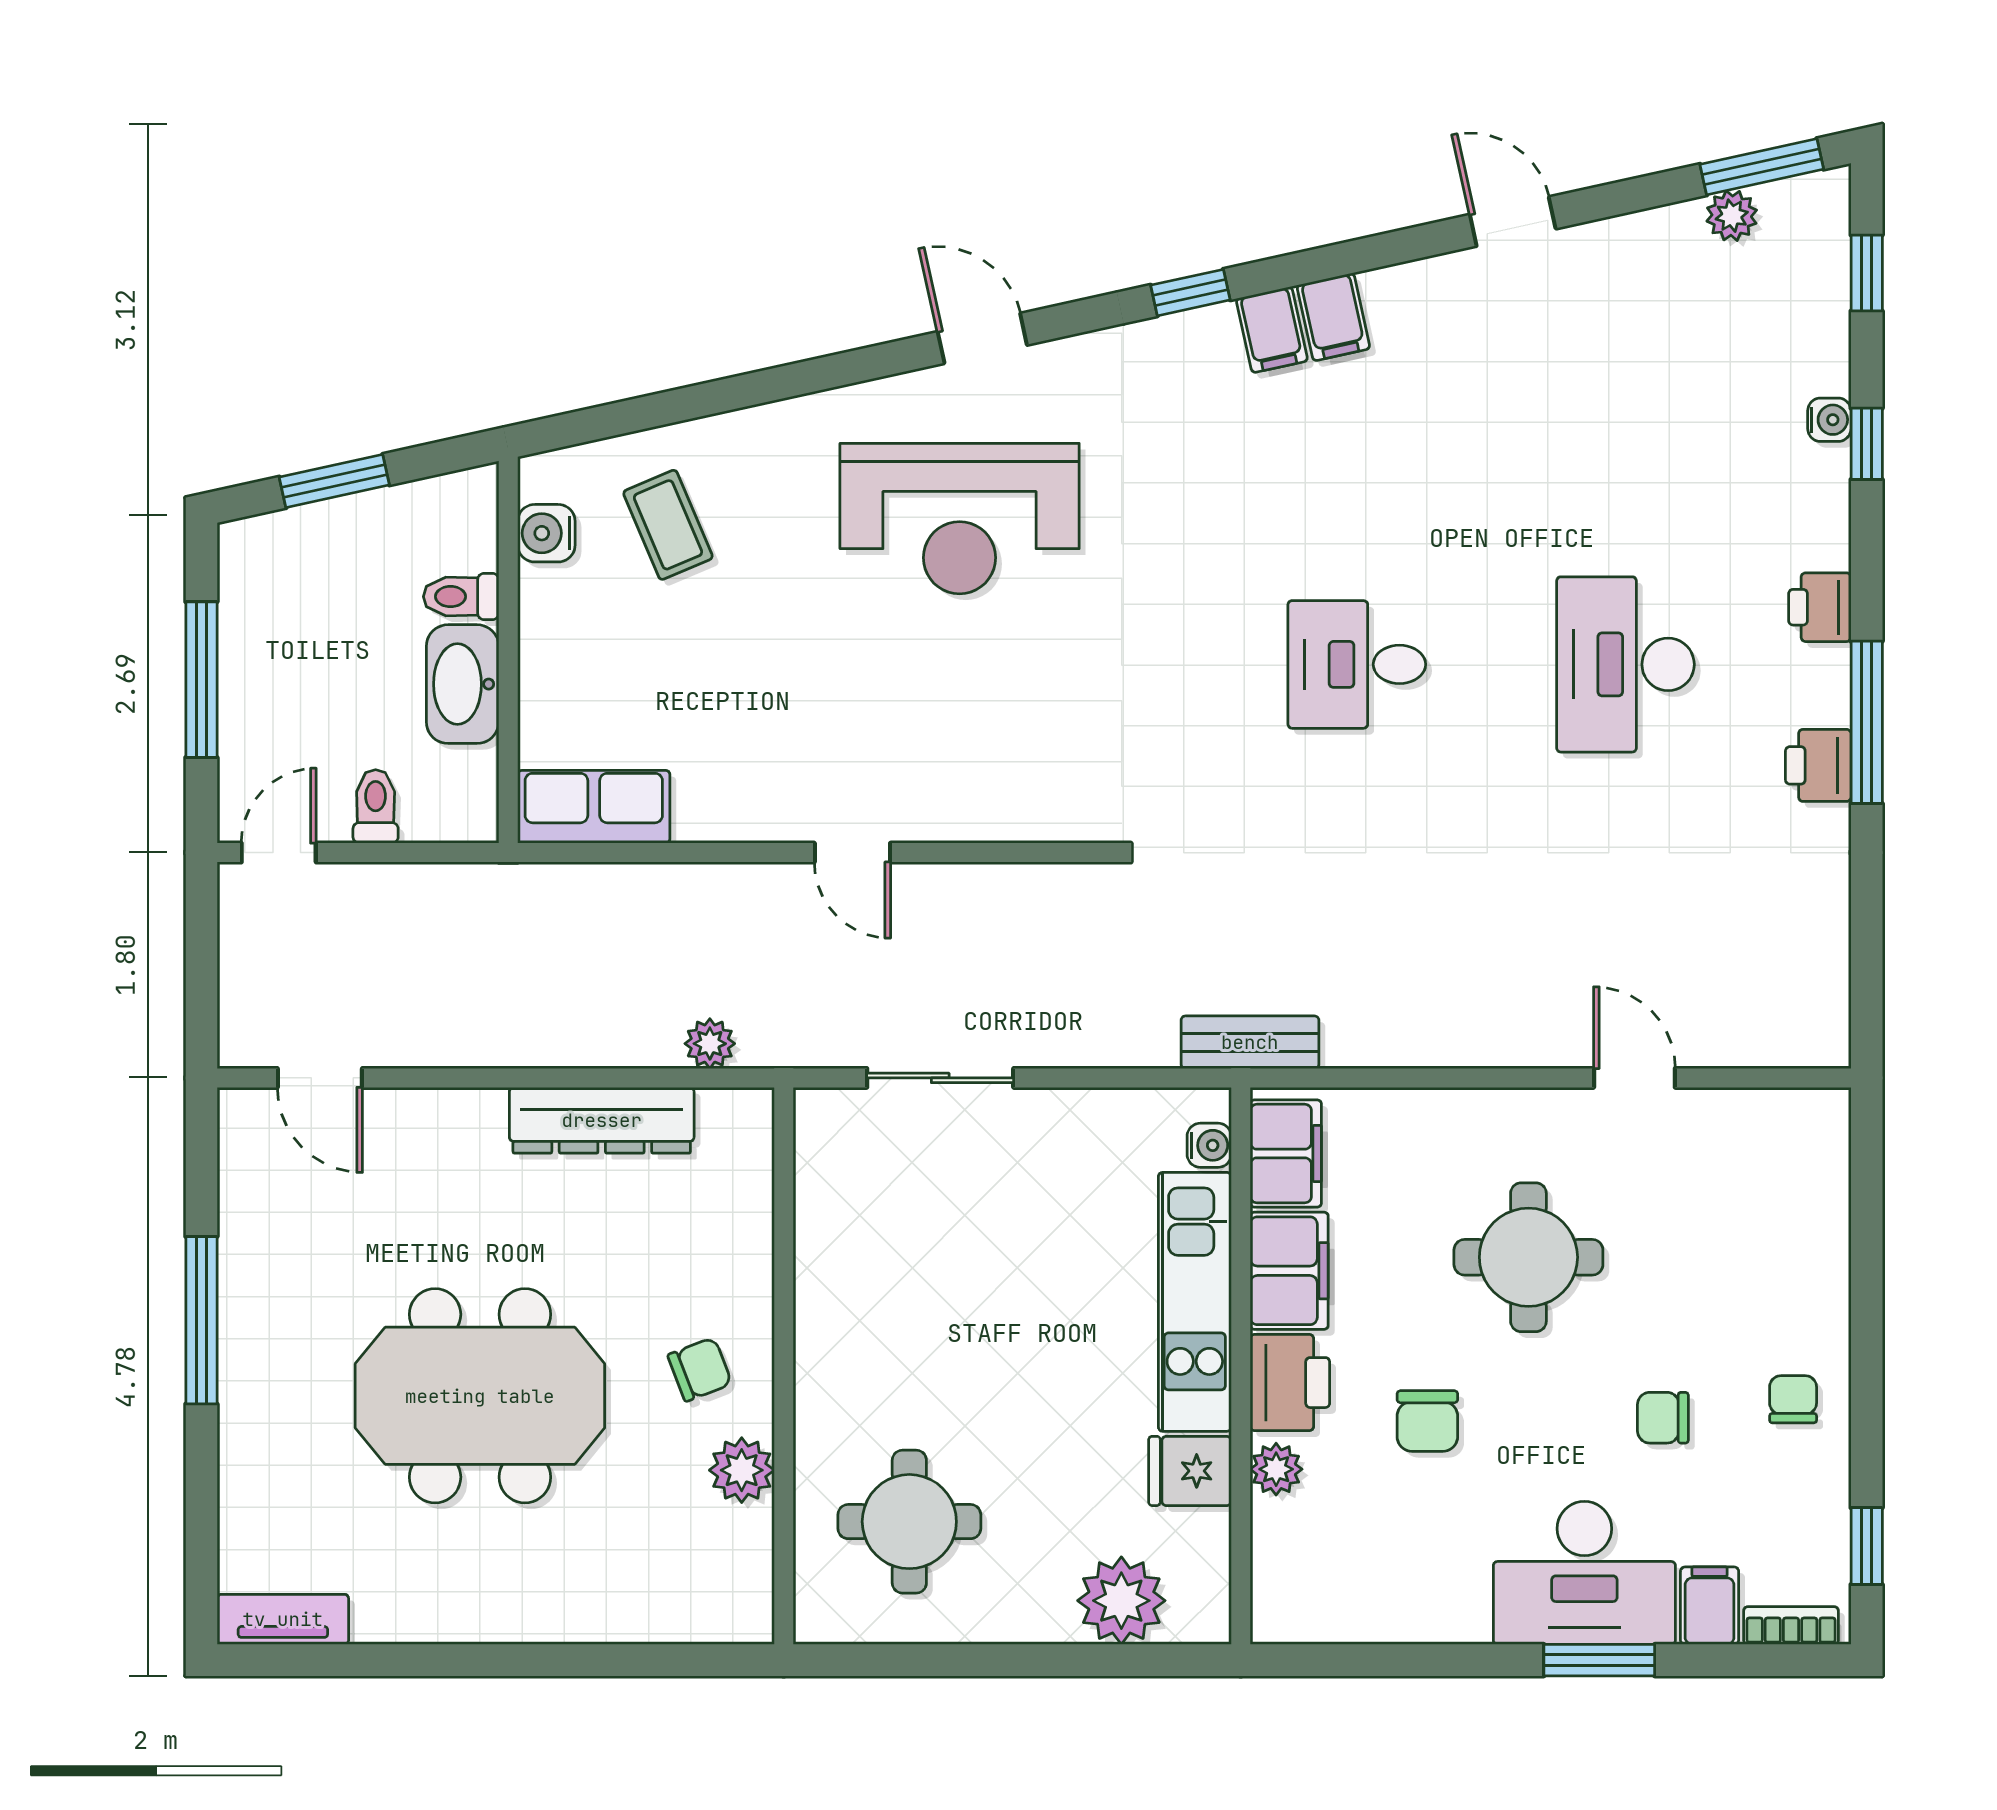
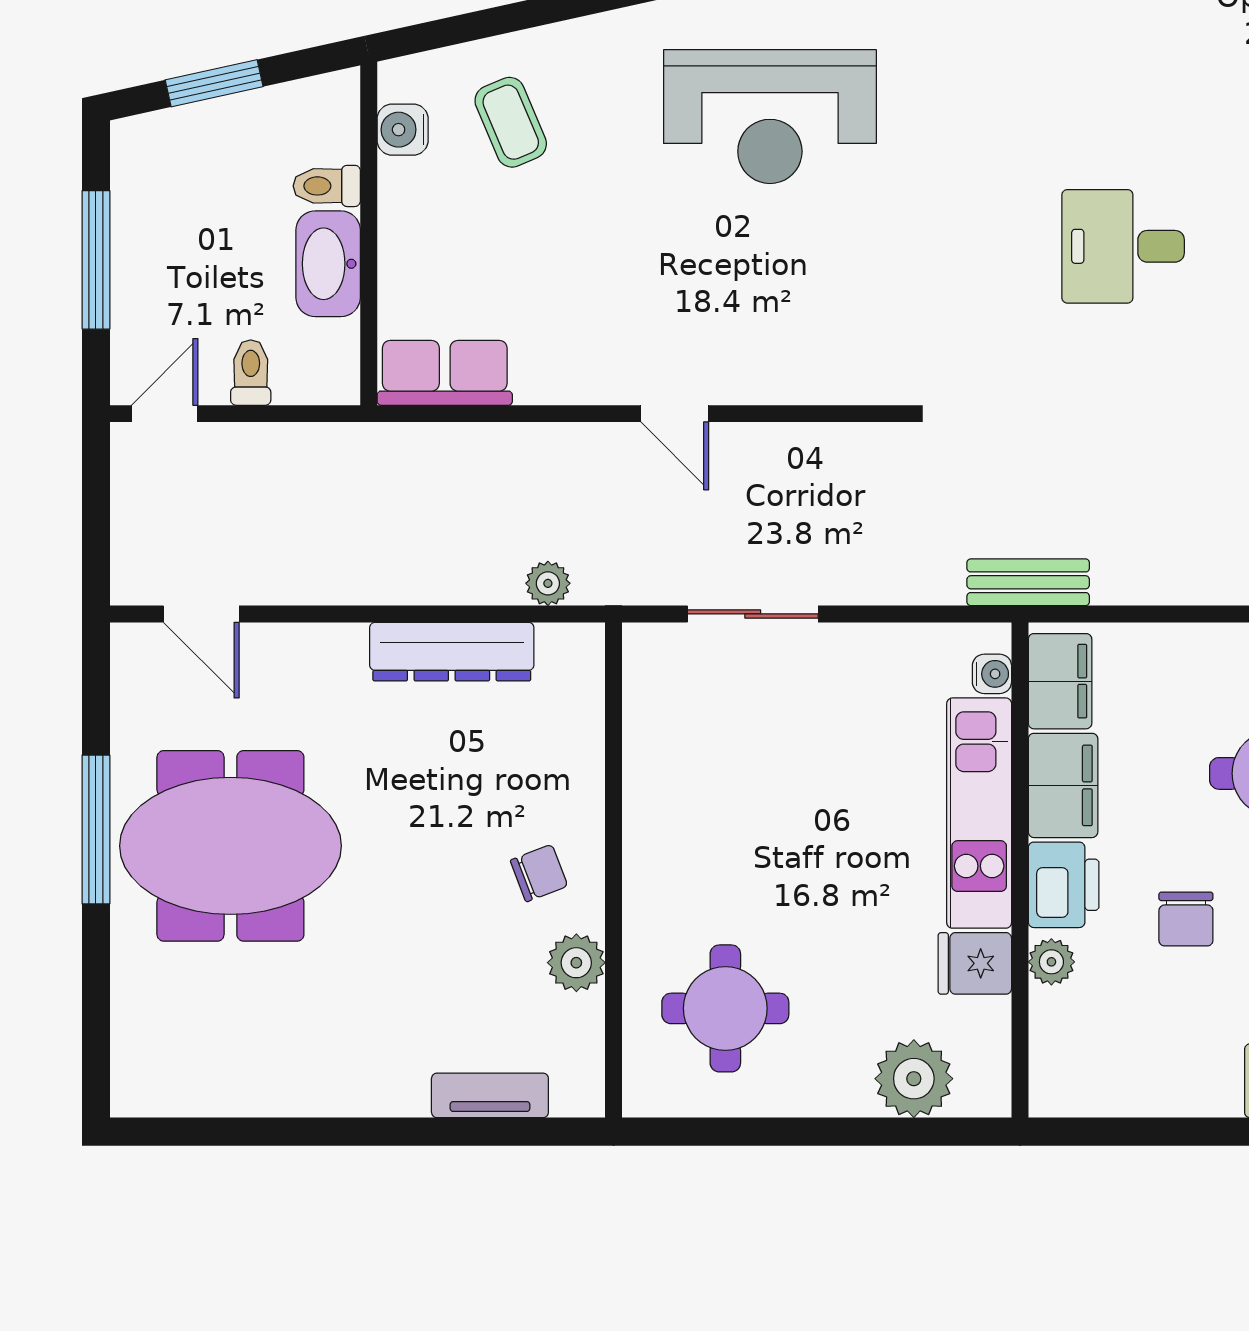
meeting table: (480, 1396) -> (230, 846), moved
tv unit: (283, 1619) -> (490, 1095), moved

